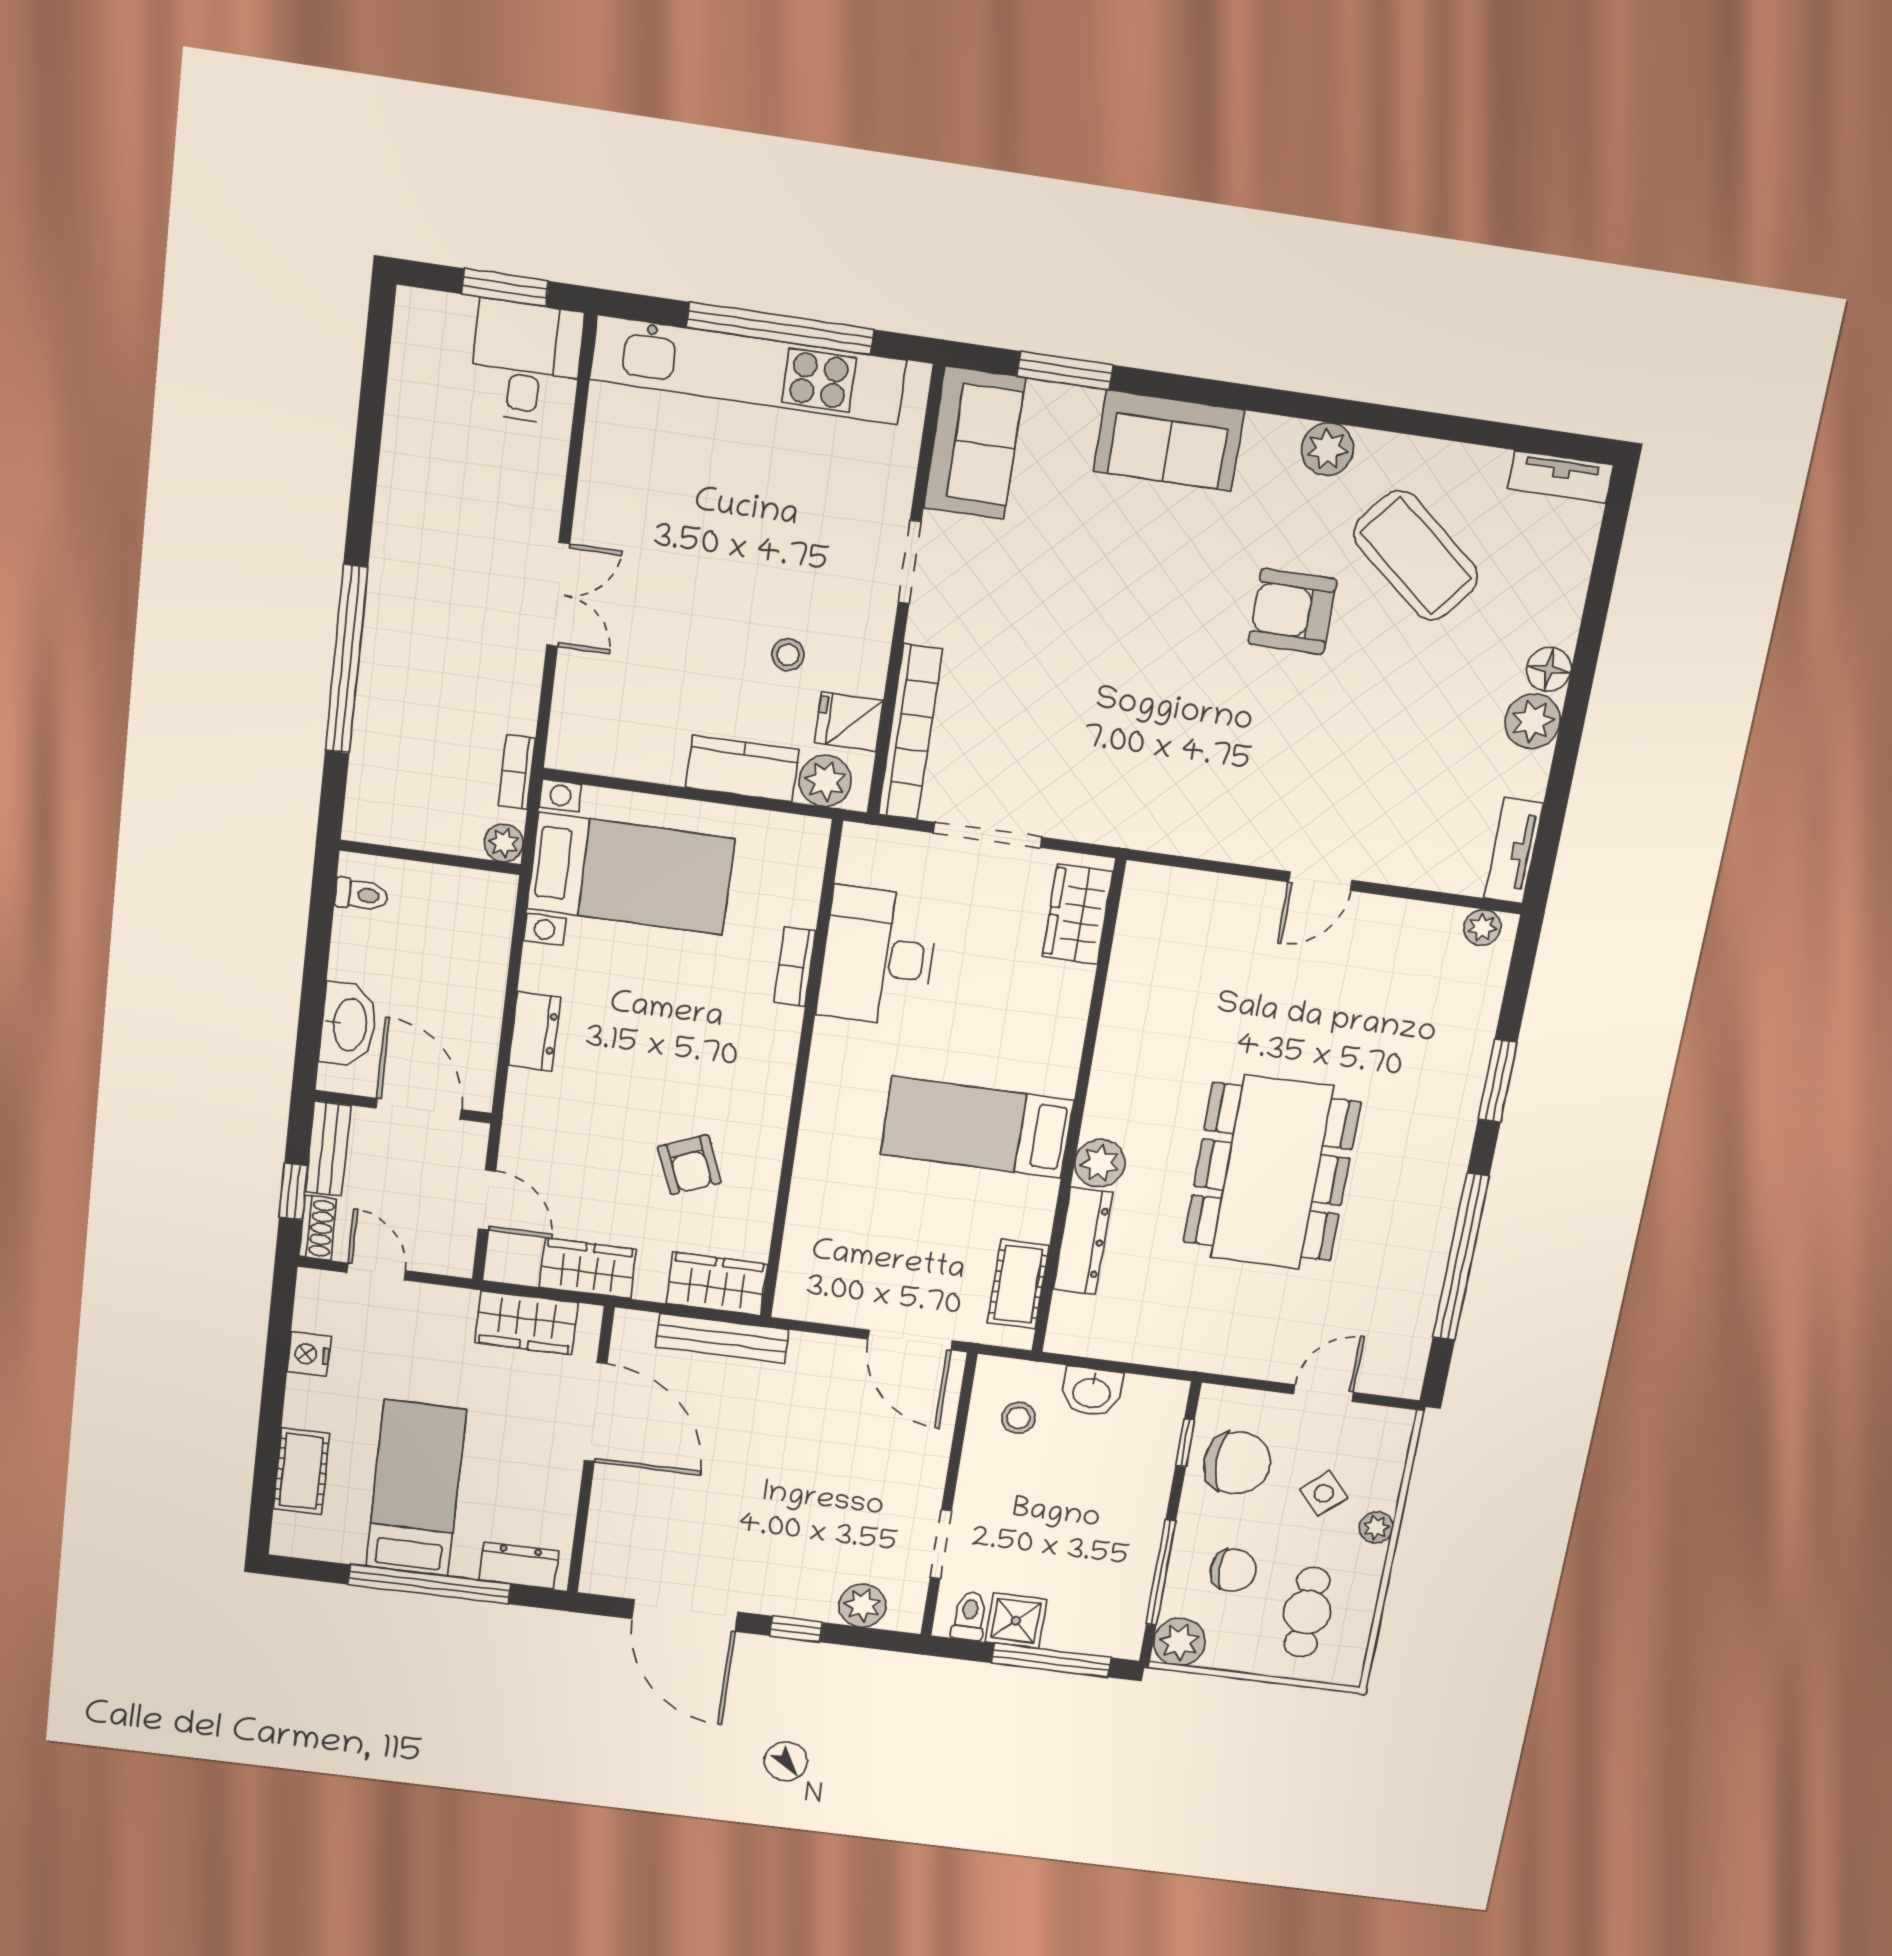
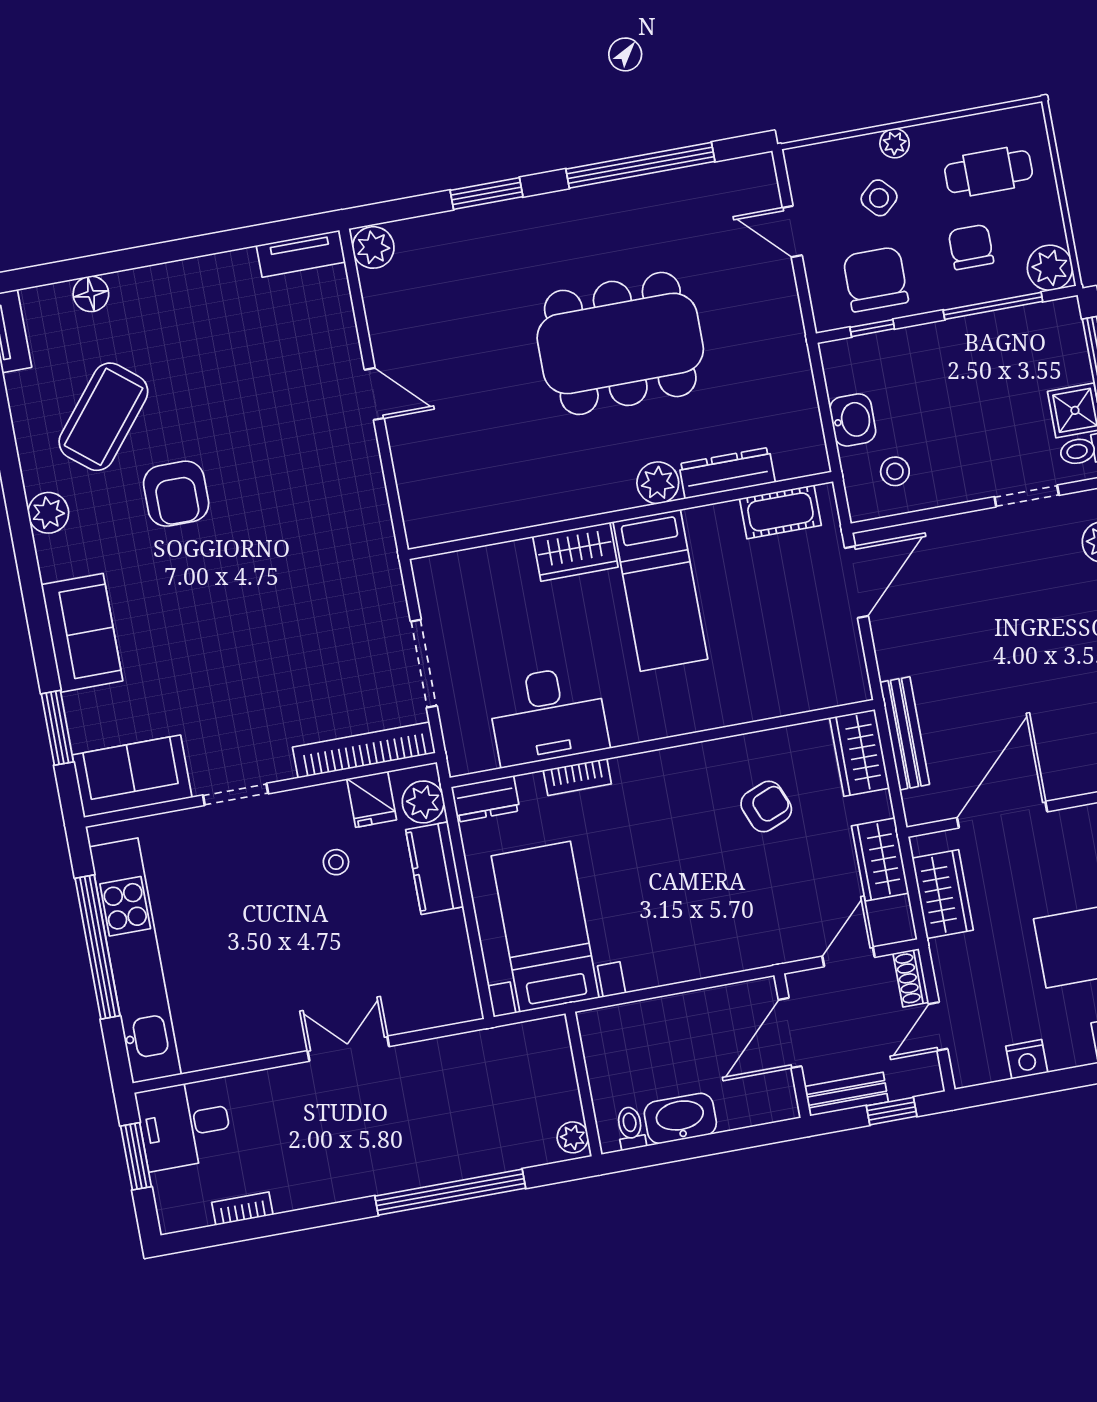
floor lamp: (1549, 669) -> (91, 294), moved
plant: (1533, 721) -> (197, 279), removed
bookcase: (517, 772) -> (242, 1209), moved, turned 180
plant: (504, 843) -> (573, 1137), moved
wardrobe: (1077, 914) -> (575, 552), moved
plant: (1482, 928) -> (373, 247), width x1.38, depth x1.38
washbasin: (348, 1025) -> (680, 1118), moved
dresser: (535, 1032) -> (486, 799), moved, turned 180
shoe rack: (318, 1228) -> (911, 978), moved, turned -90

